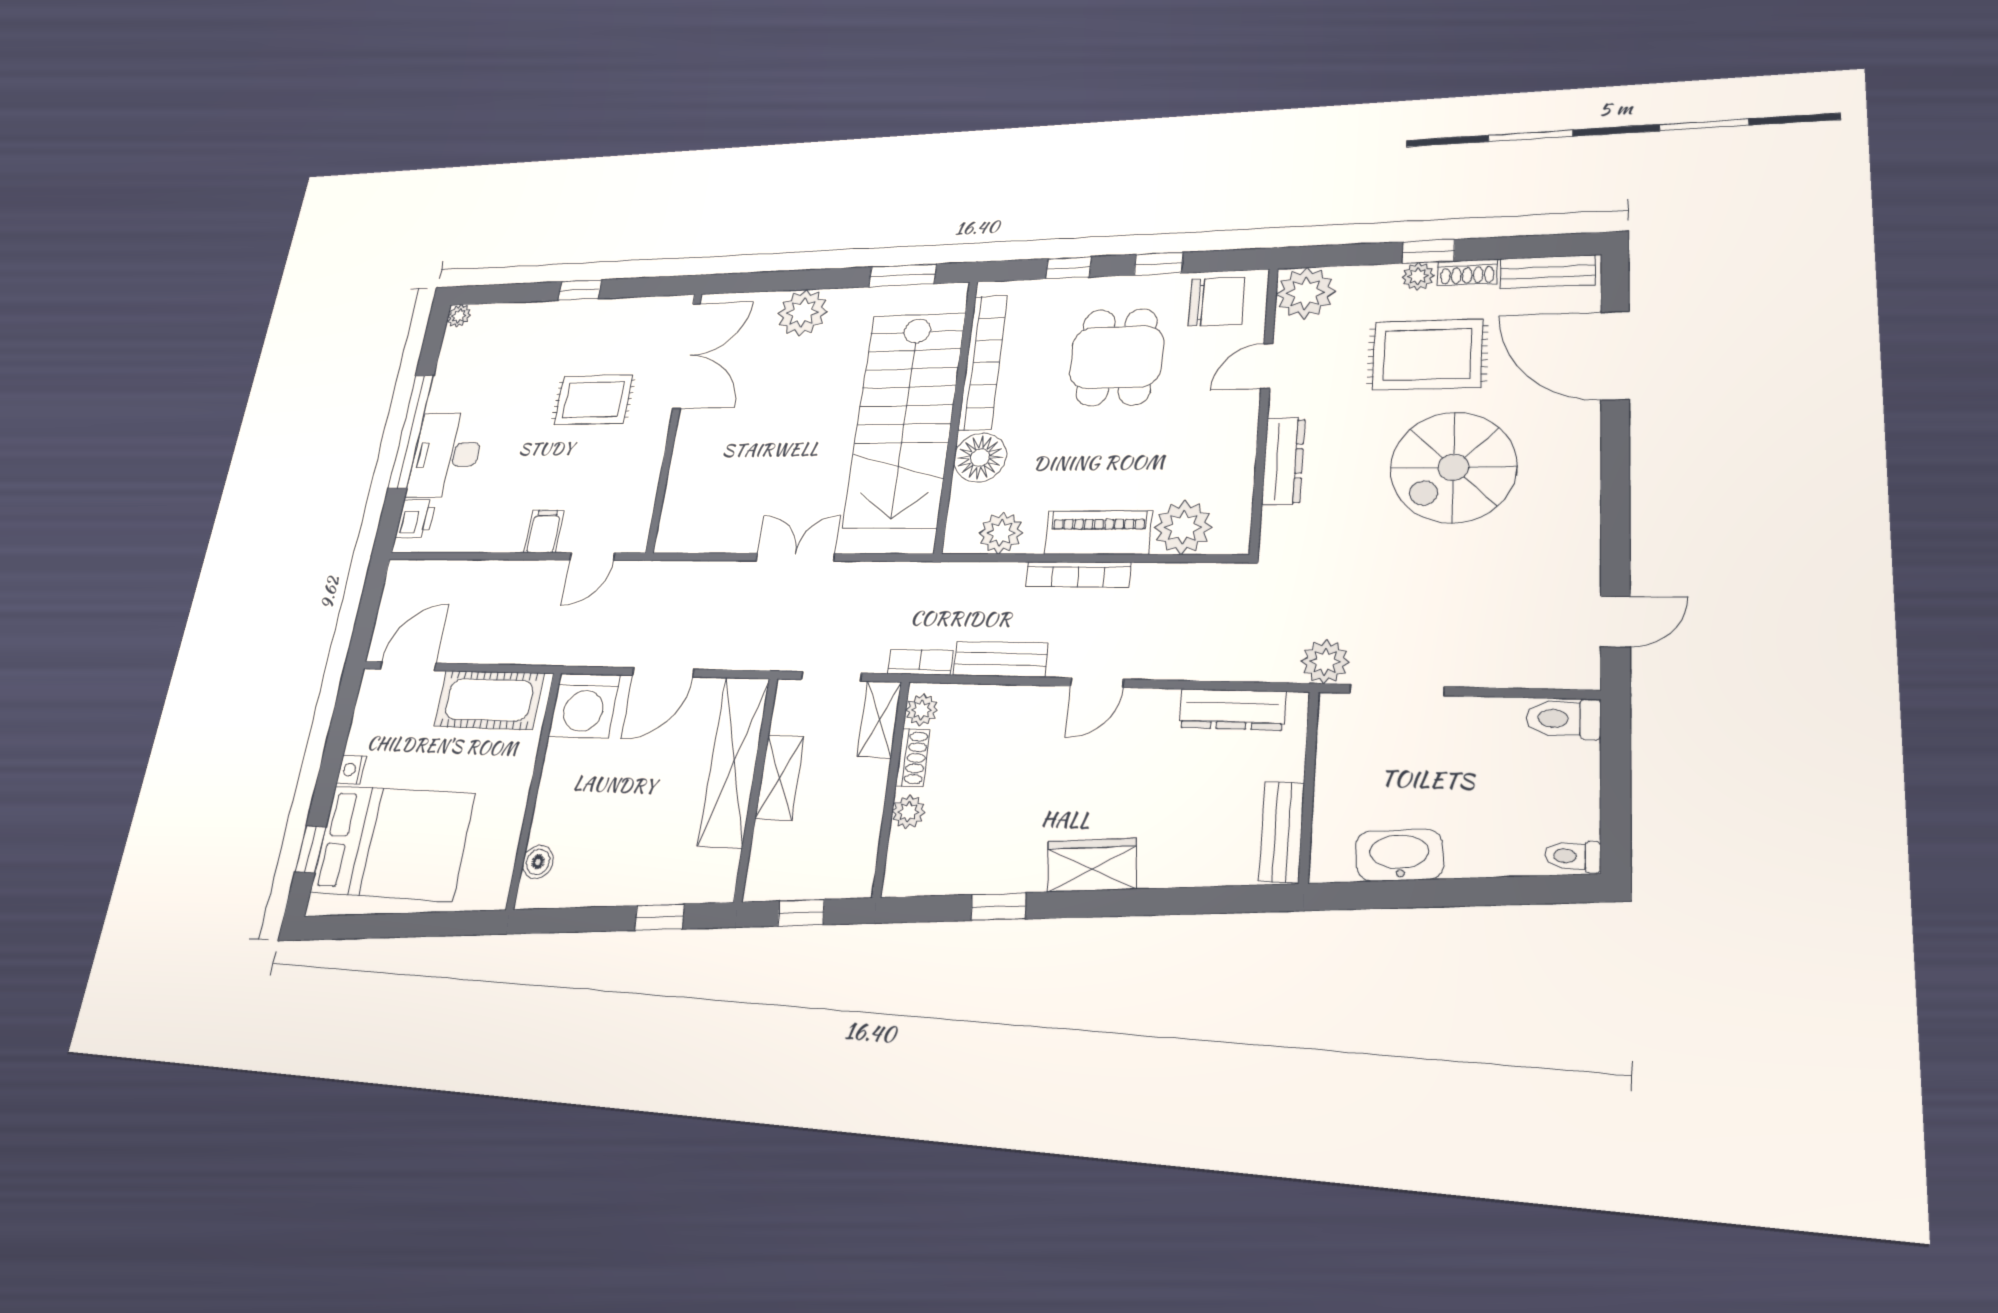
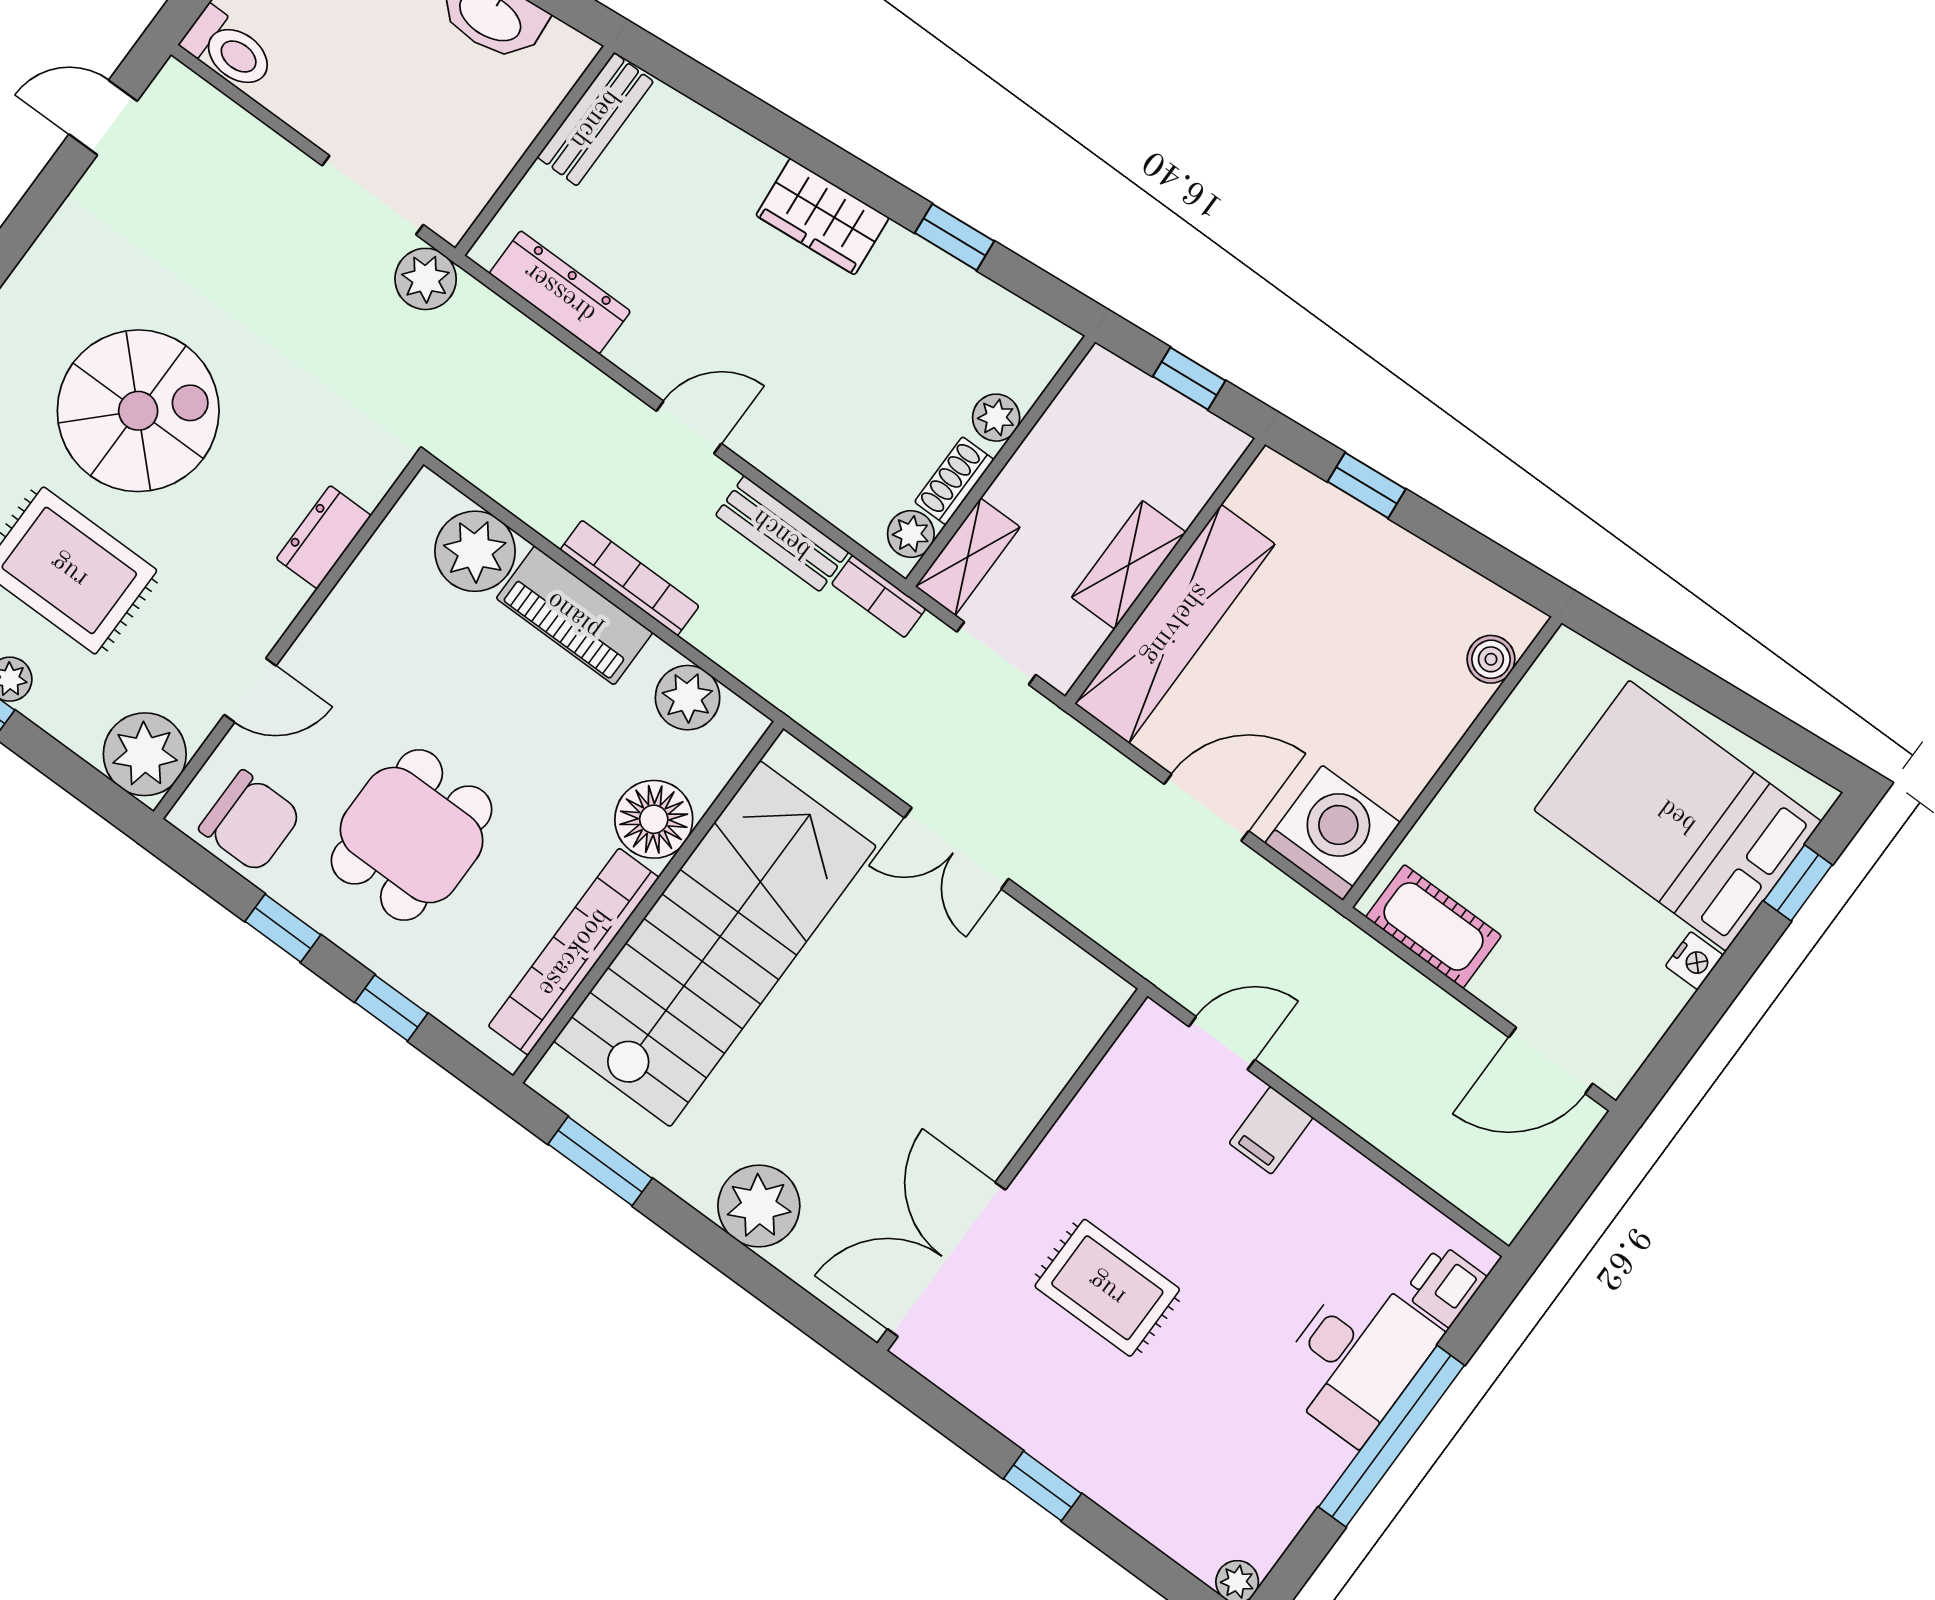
chair: (1217, 302) -> (250, 821), turned 180
dresser: (1283, 461) -> (324, 537), width x0.70
cot: (489, 700) -> (1433, 926), width x0.73, depth x0.75

